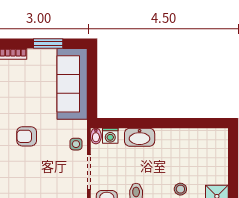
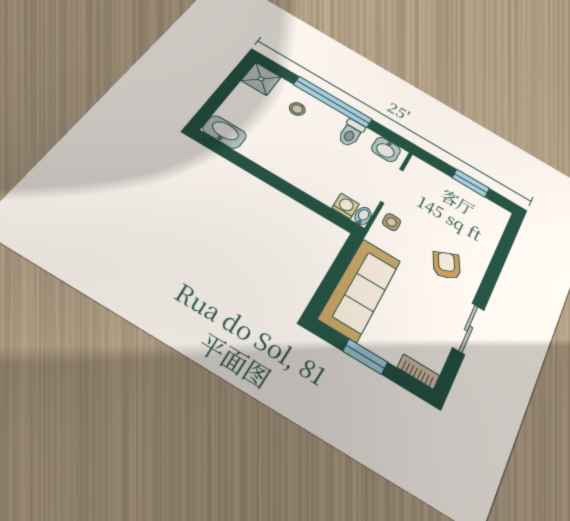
armchair: (27, 136) -> (447, 265), turned -116
washbasin: (140, 137) -> (224, 132), moved

